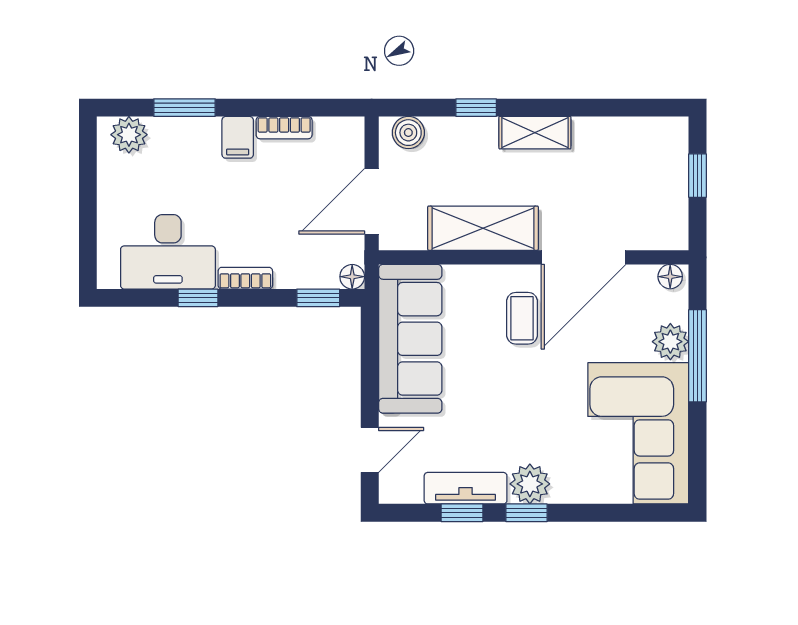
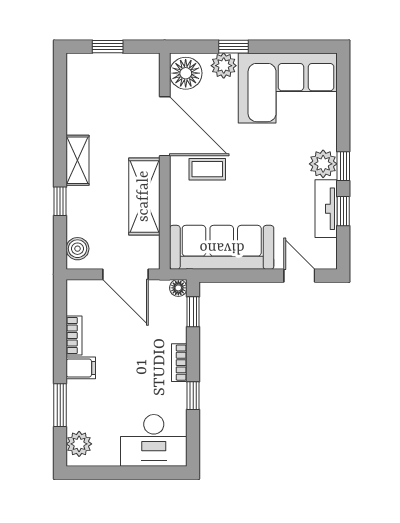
desk: (168, 252) -> (154, 440), moved, turned 90
floor lamp: (670, 277) -> (186, 73), width x1.89, depth x1.89
window: (697, 356) -> (234, 47), width x0.46

